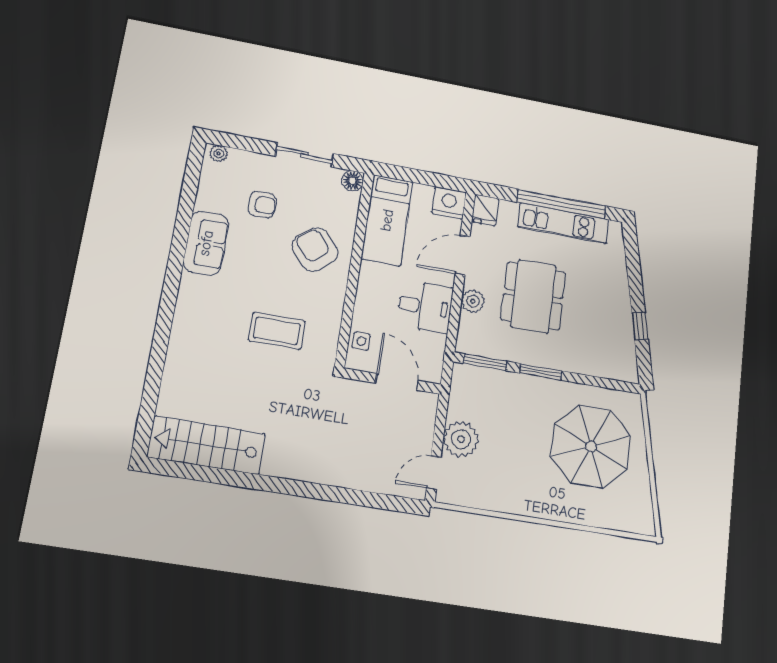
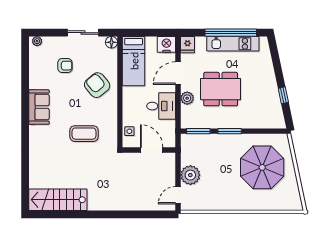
sofa: (206, 243) -> (39, 107), moved
dining table: (533, 296) -> (221, 89), turned 90

